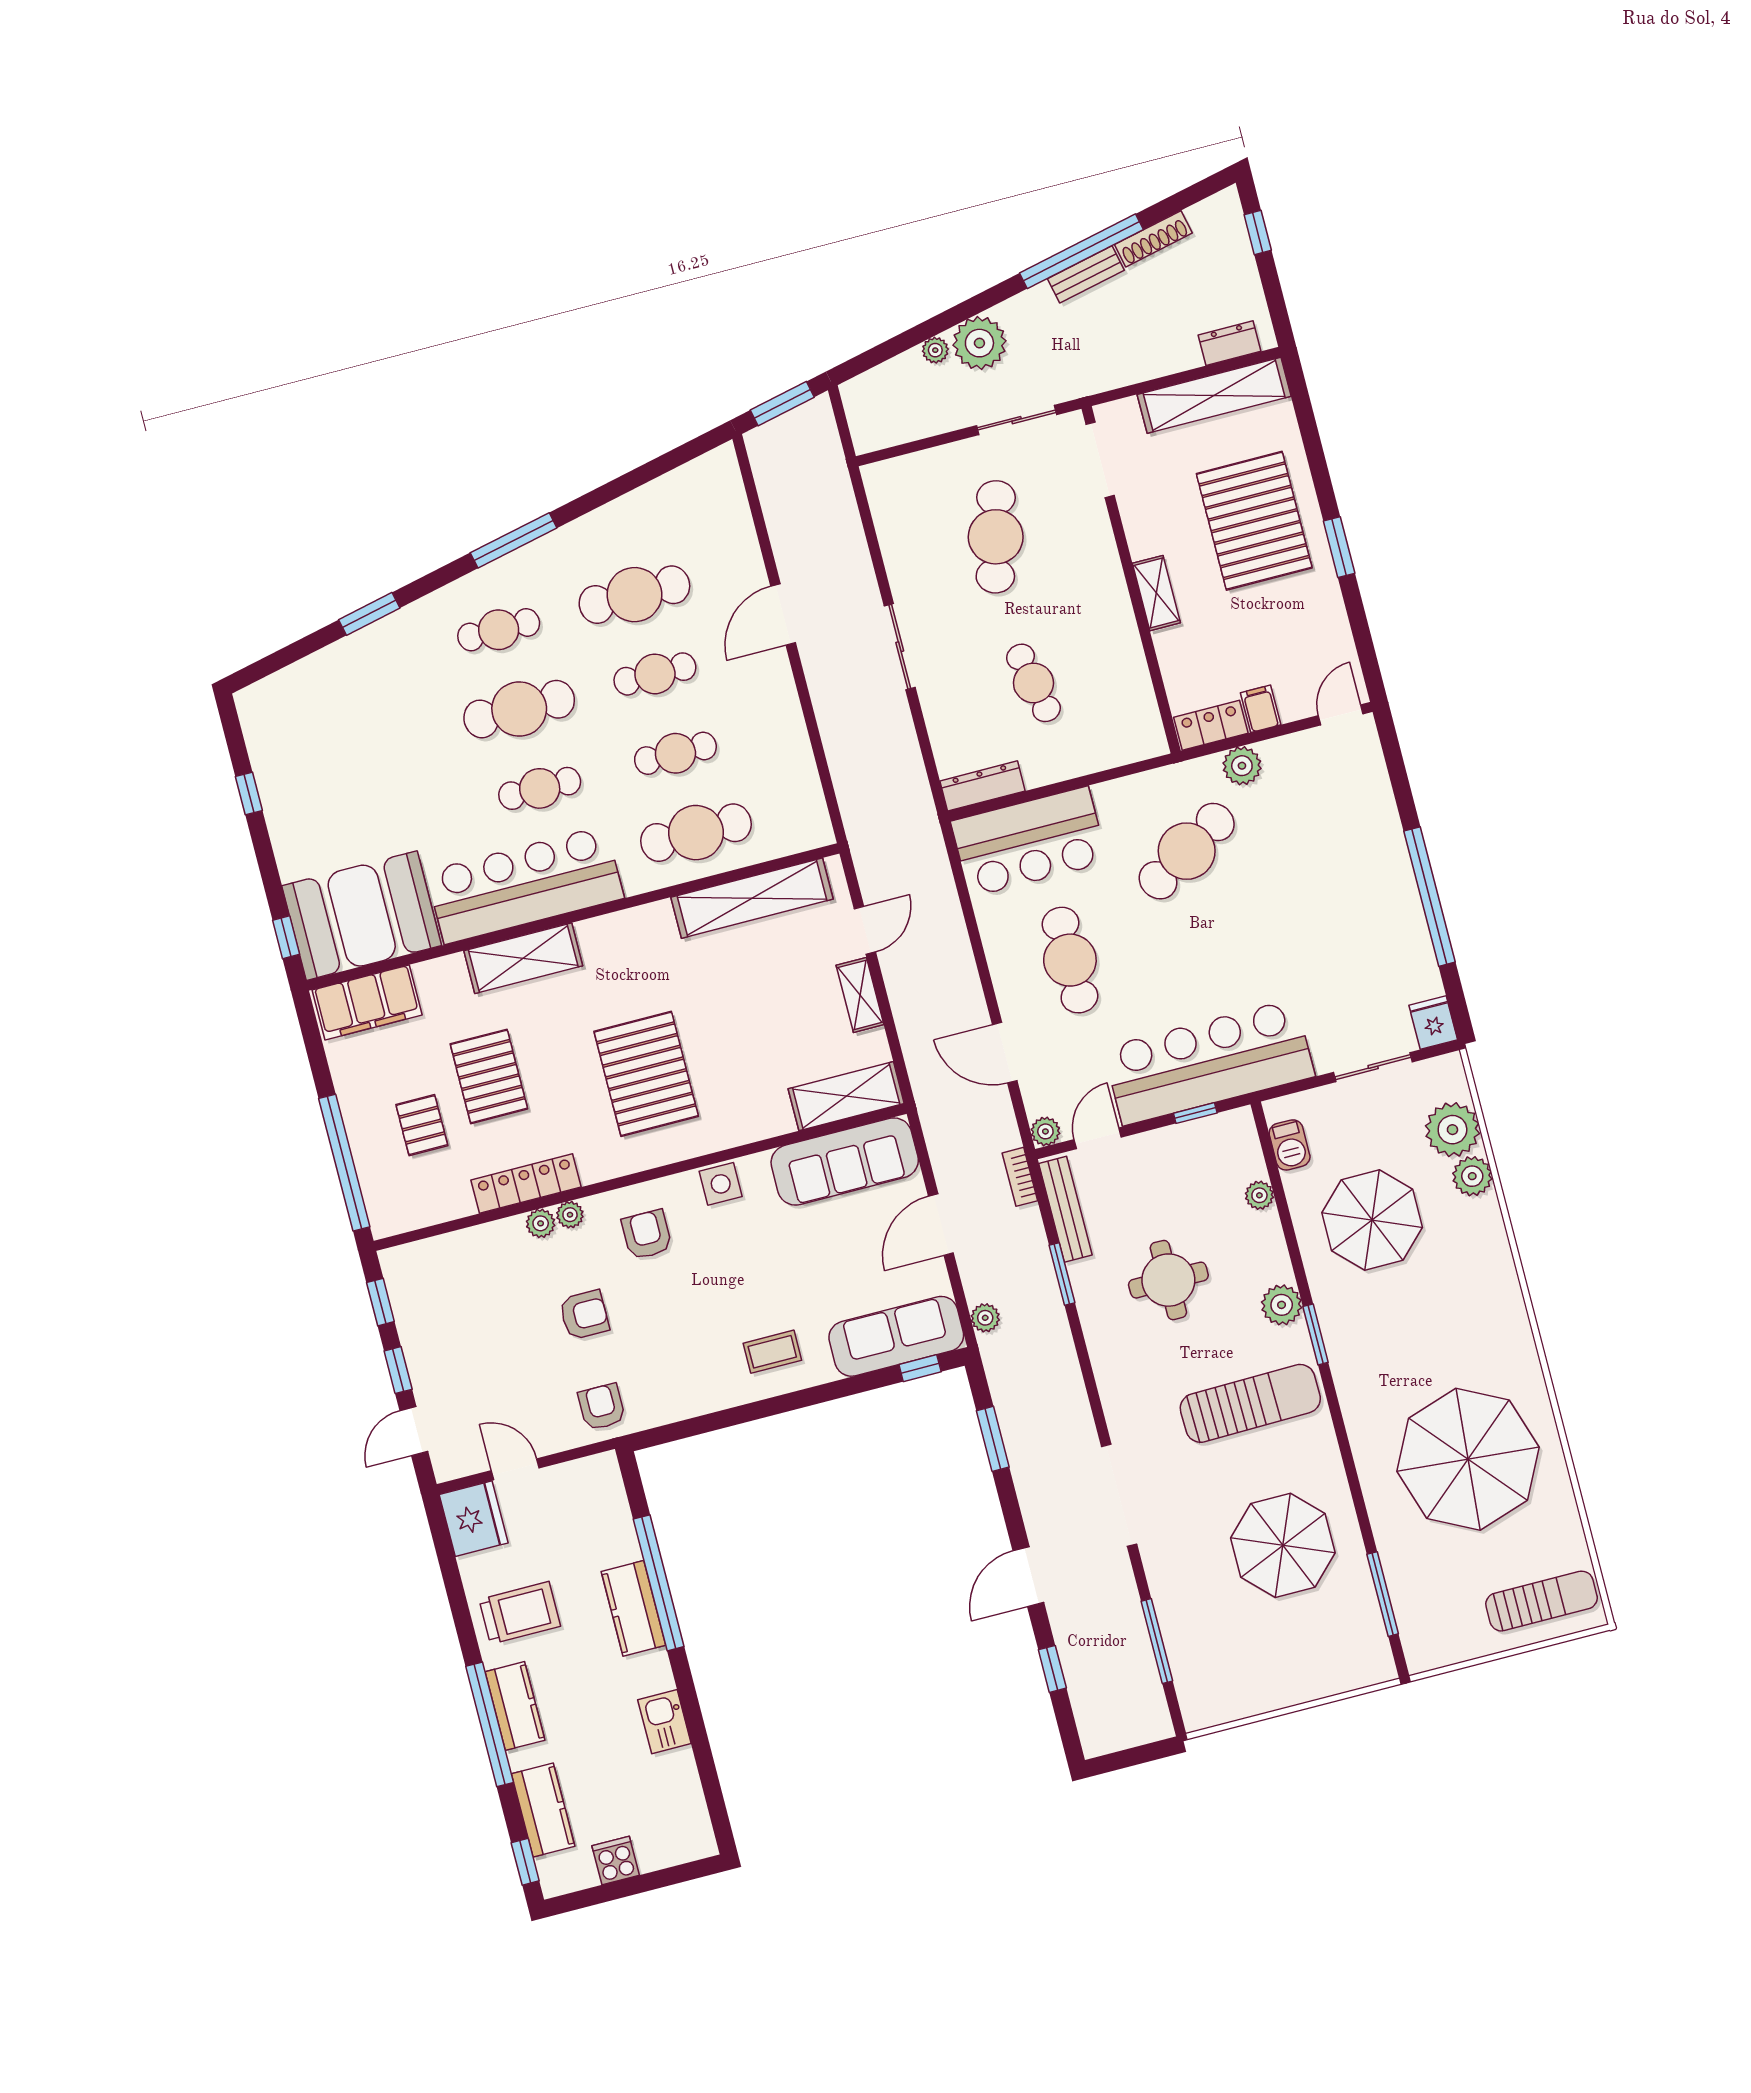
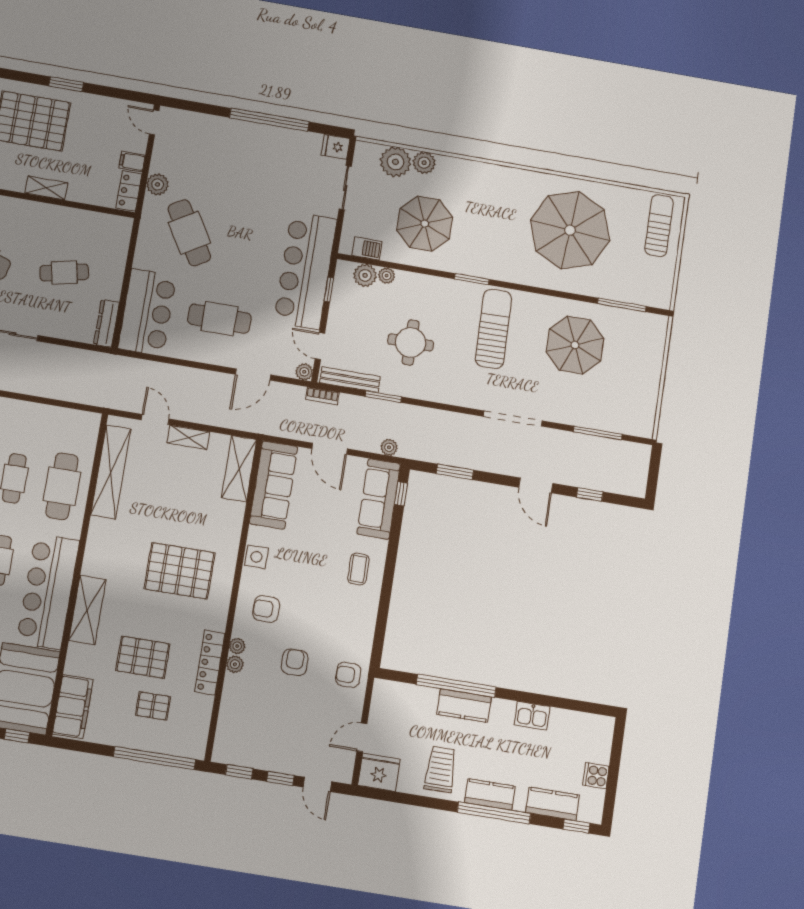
plant: (1282, 1305) -> (365, 275), moved

